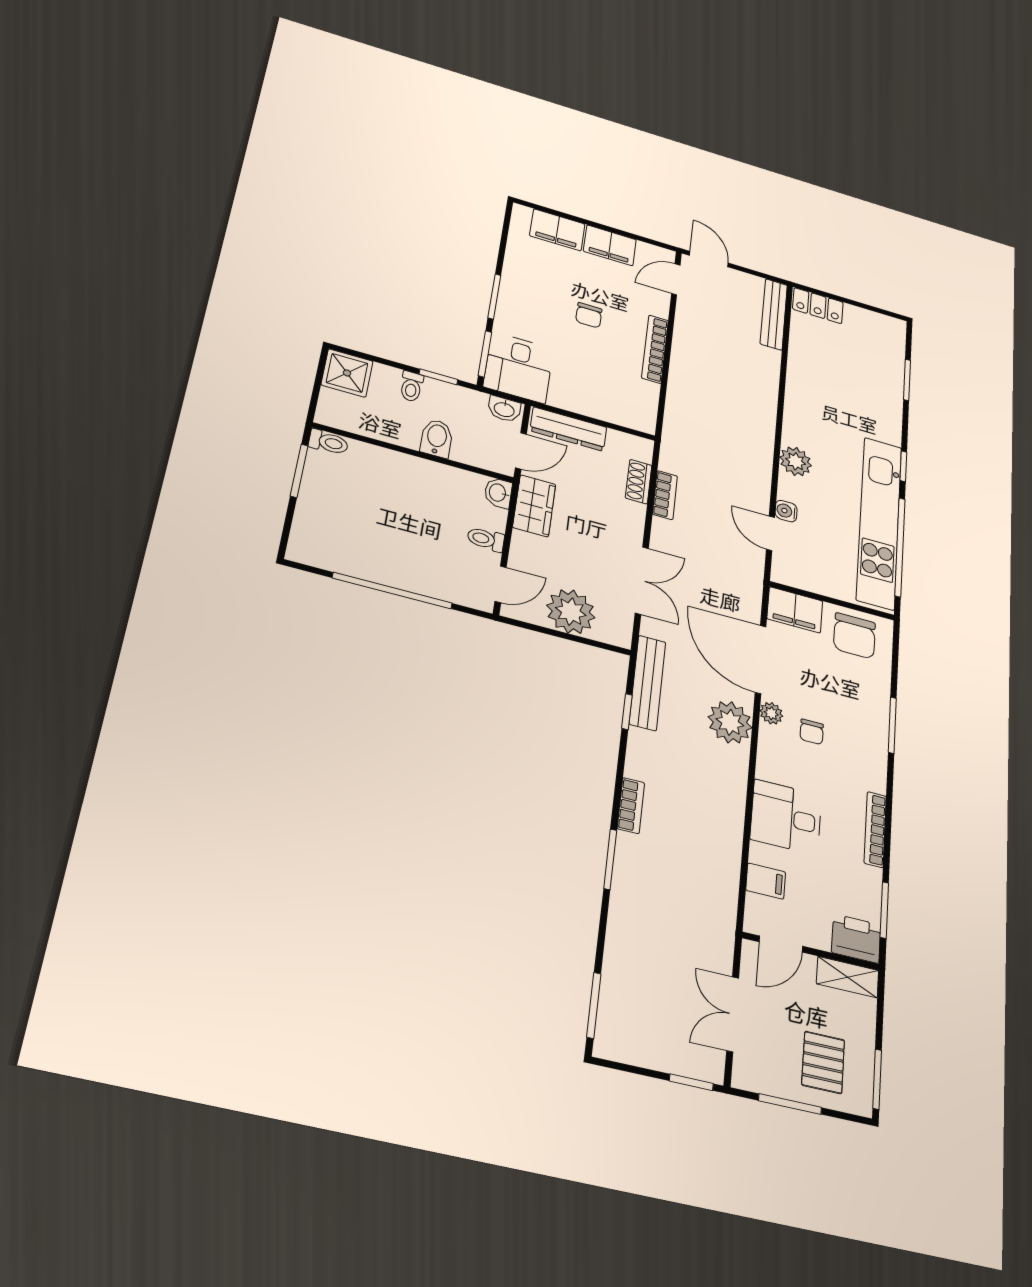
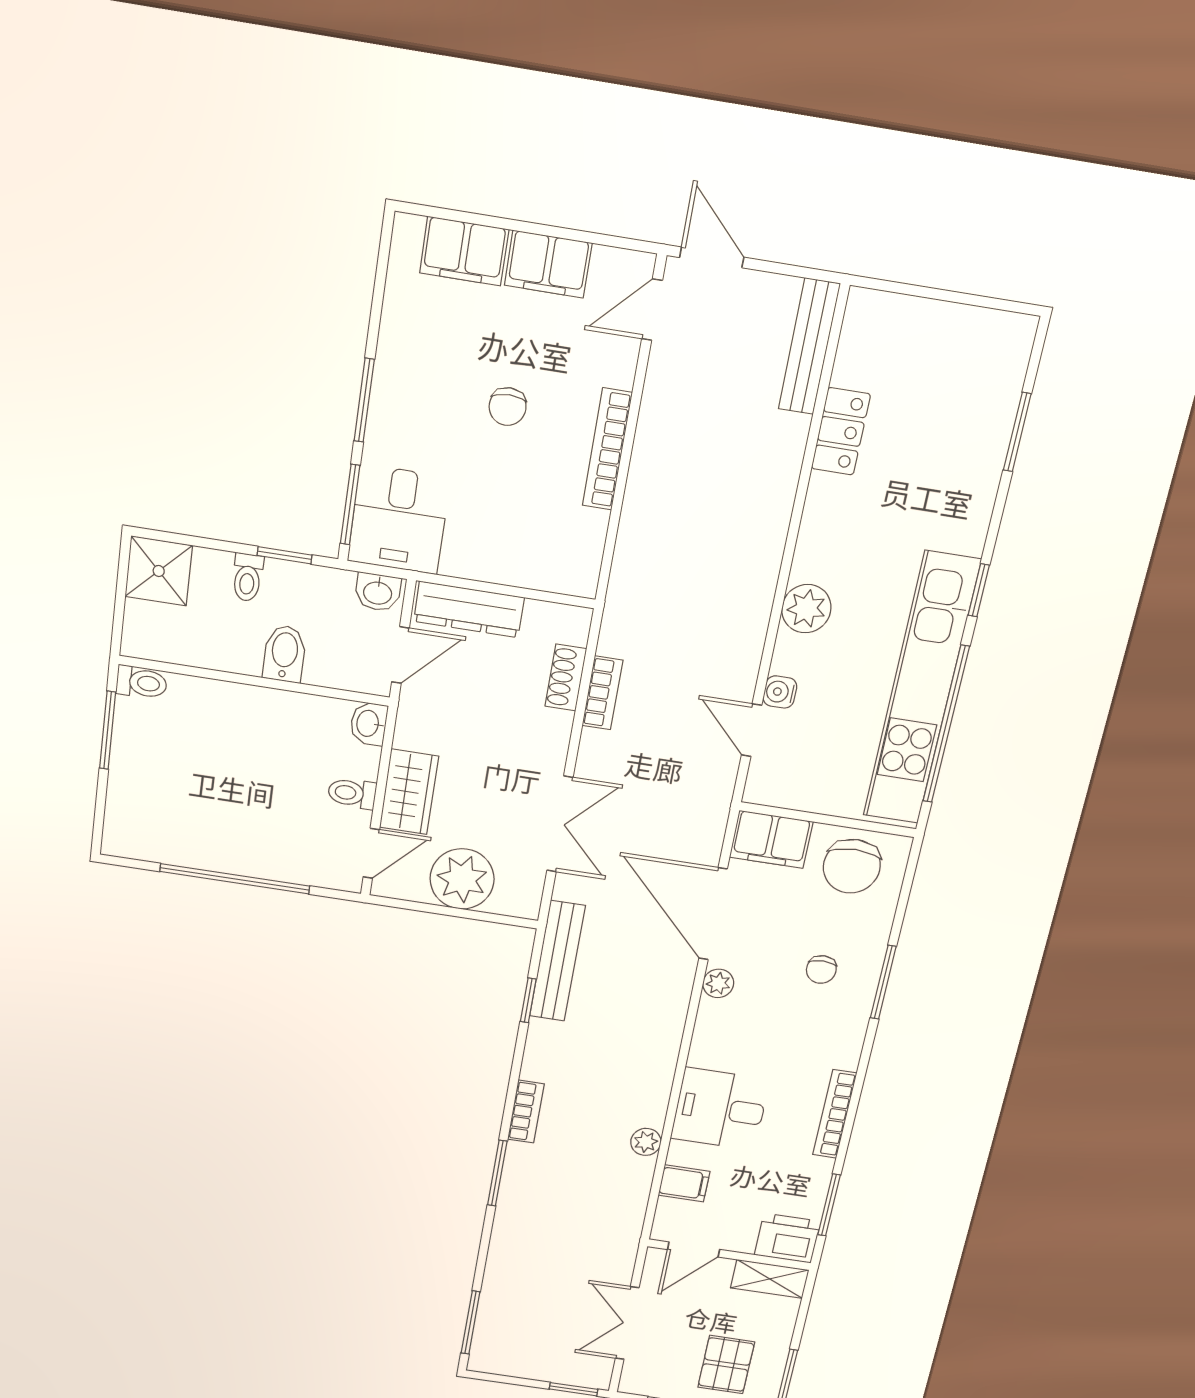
locker: (818, 306) -> (841, 431), moved, turned -90
wardrobe: (534, 506) -> (409, 792), moved
plant: (730, 722) -> (646, 1142), moved, width x0.53, depth x0.53
chair: (812, 732) -> (821, 970), moved

